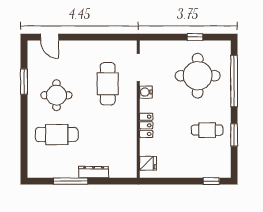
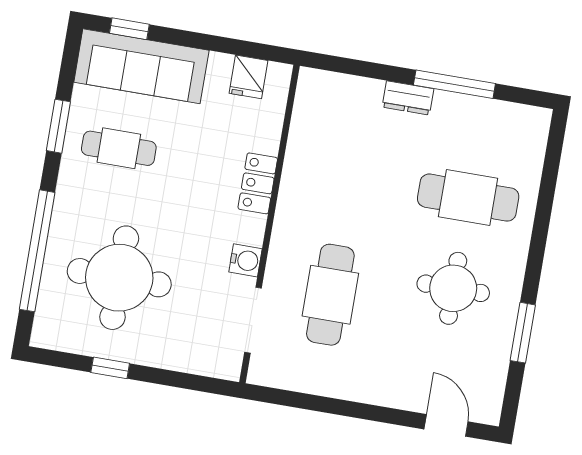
fridge: (148, 163) -> (248, 77), moved, turned -90
sofa: (204, 166) -> (141, 66), added
dresser: (94, 172) -> (408, 98), width x0.70

